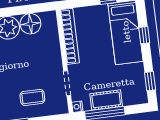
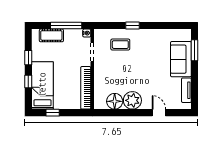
window: (150, 81) -> (28, 58), moved
cot: (106, 100) -> (51, 35), moved

